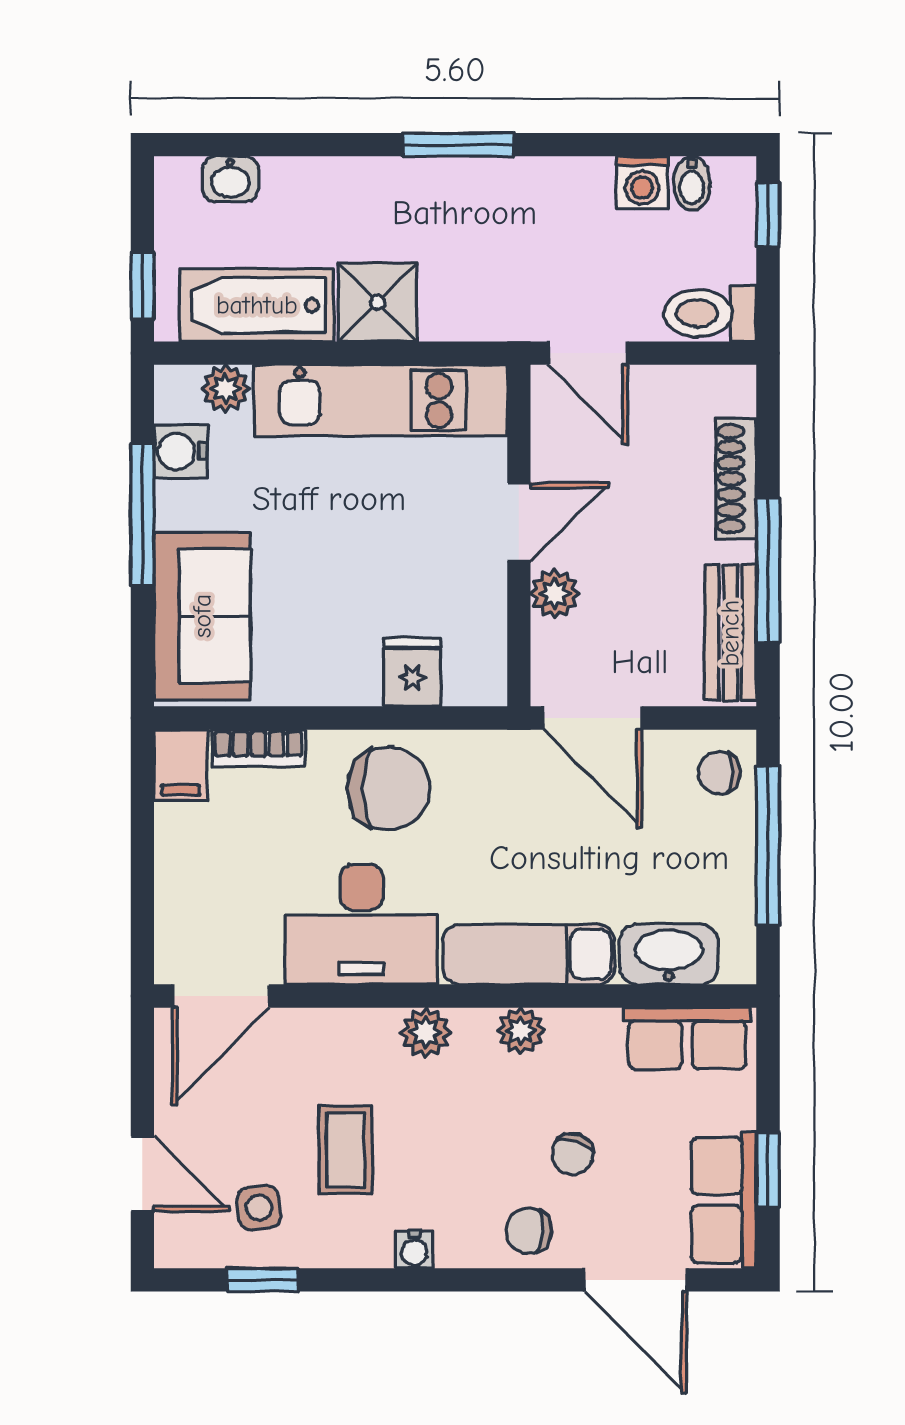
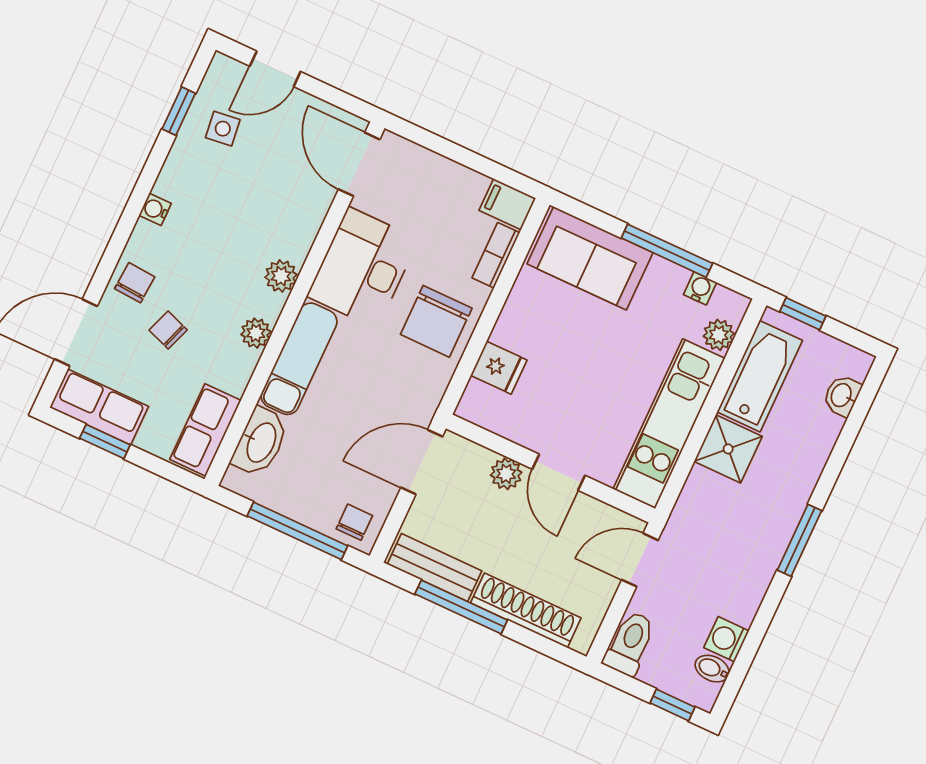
water cooler: (181, 452) -> (700, 288), width x0.72, depth x0.72
shoe rack: (736, 479) -> (526, 610), width x1.36, depth x1.24
coffee table: (346, 1150) -> (233, 196), removed

